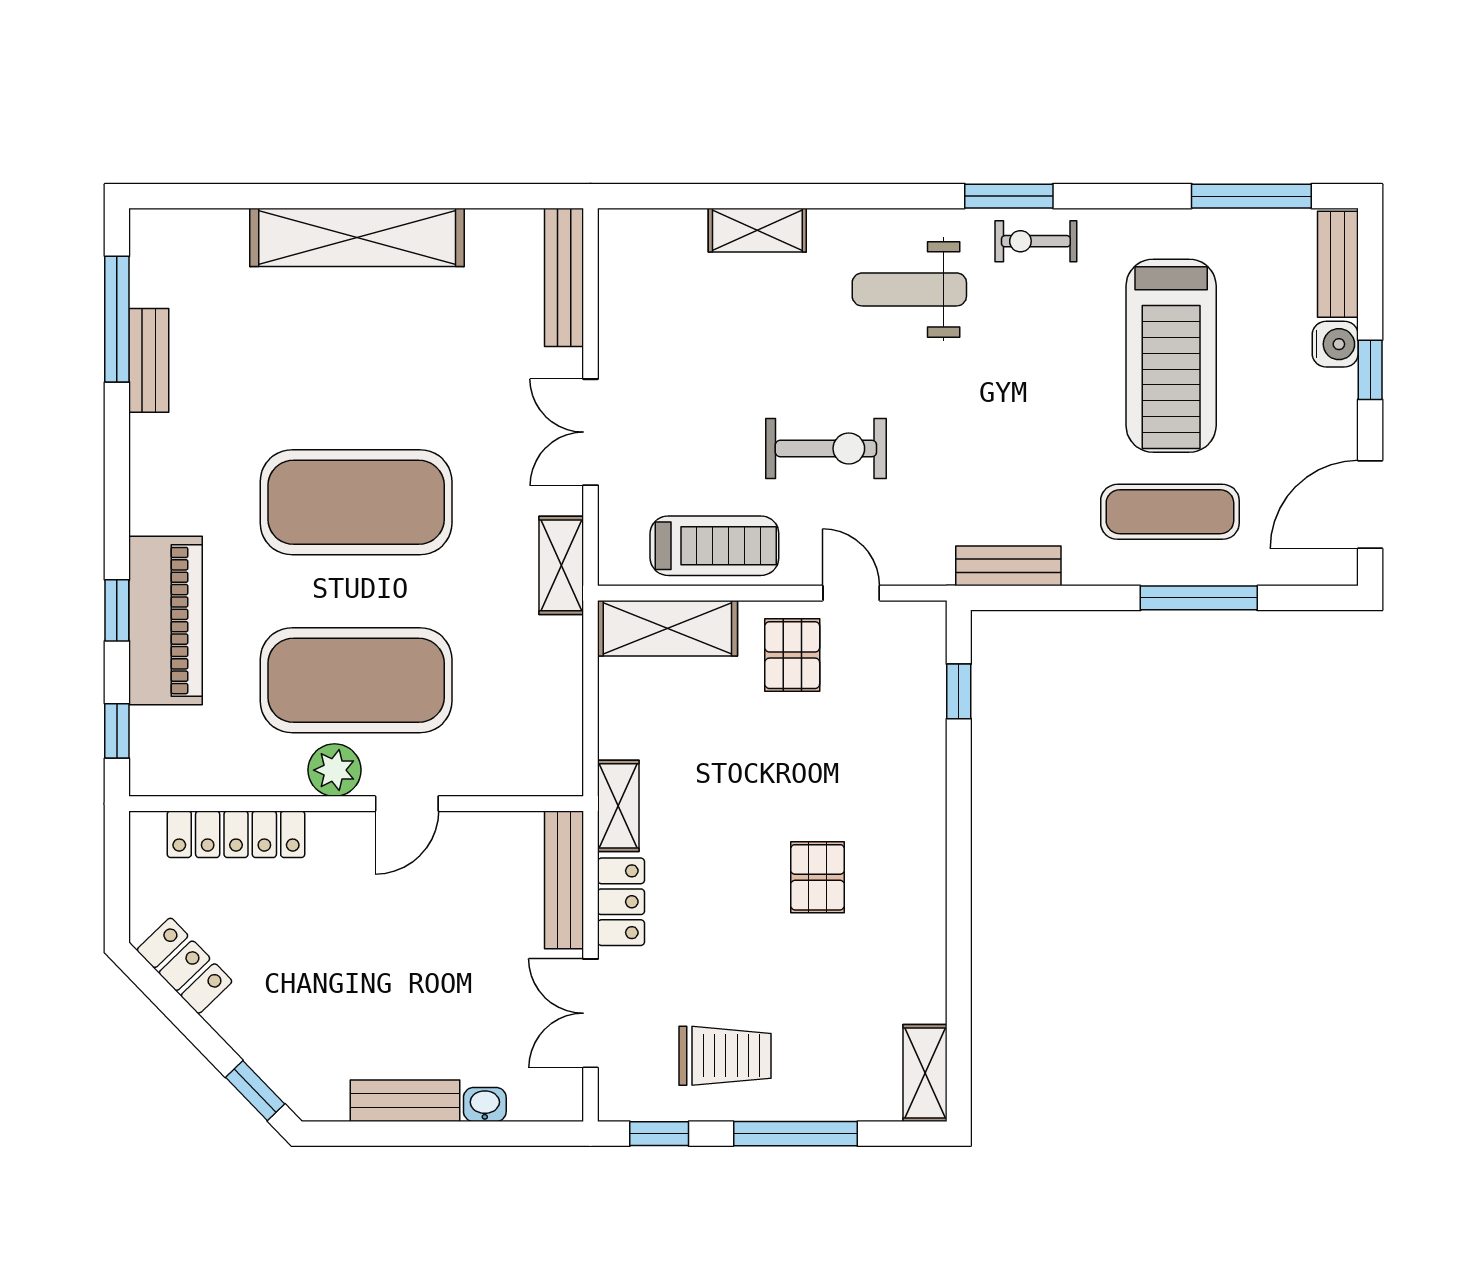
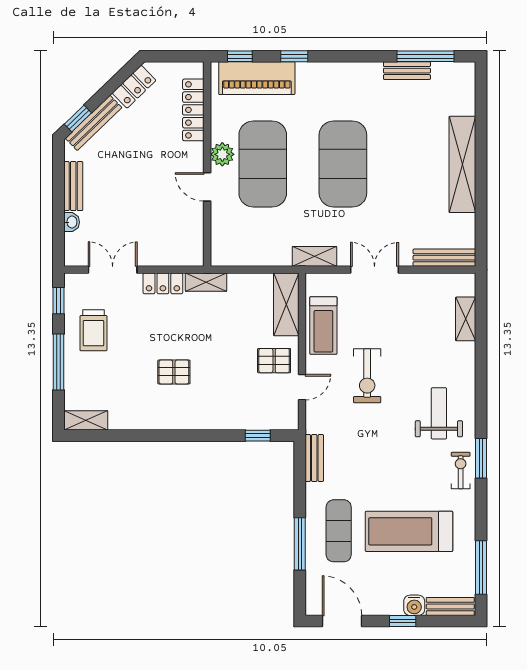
shelving: (757, 230) -> (466, 319), moved
piano: (166, 621) -> (257, 78), moved
bench: (564, 880) -> (94, 123), moved, turned -44

